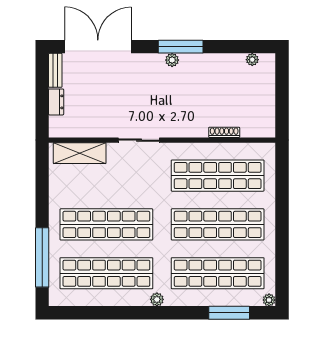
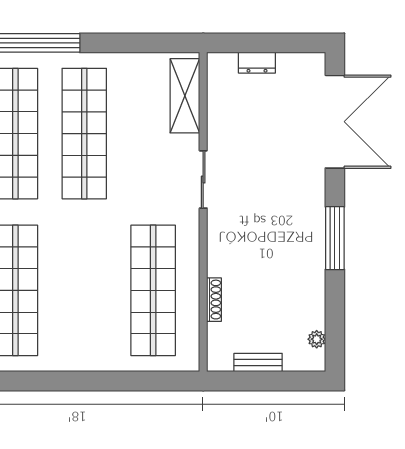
plant: (172, 60) -> (316, 226), removed
bench: (55, 70) -> (258, 362), moved
shop shelf: (218, 224) -> (84, 290), removed

